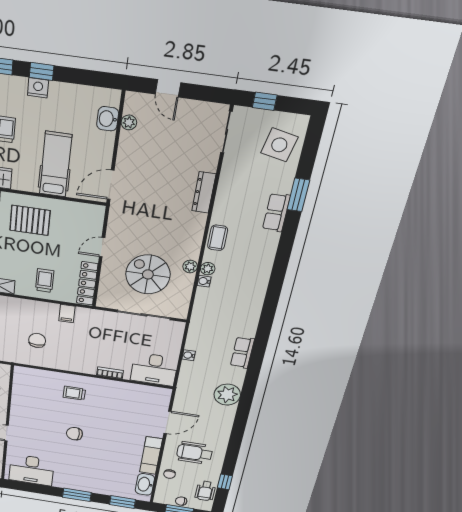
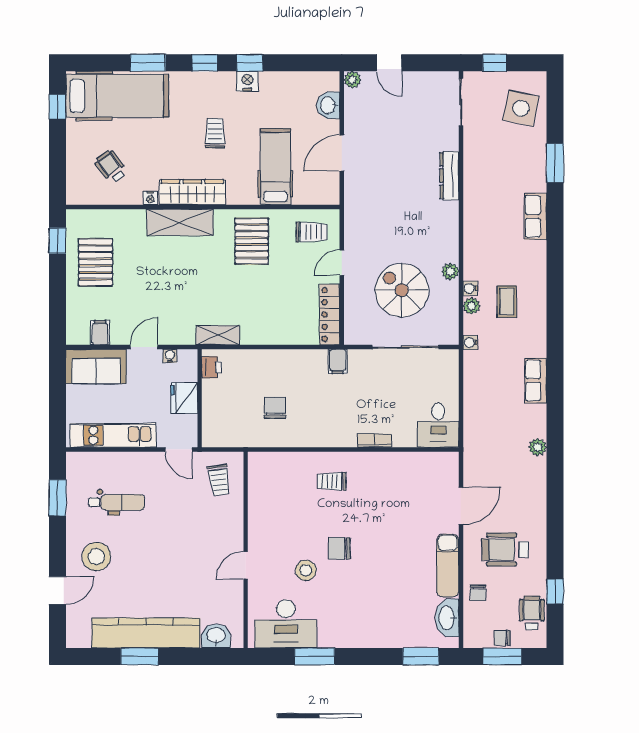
plant: (129, 122) -> (352, 80), moved
door: (111, 185) -> (342, 153), moved
row of seats: (276, 212) -> (535, 216), moved
pallet: (30, 220) -> (252, 241), turned 90
coffee table: (218, 238) -> (507, 302), moved
plant: (208, 269) -> (471, 306), moved
trolley: (45, 281) -> (312, 232), moved, turned 90
filing cabinet: (67, 314) -> (338, 361), moved
water cooler: (189, 355) -> (470, 343), moved
desk: (154, 369) -> (438, 425), width x0.73
plant: (227, 395) -> (538, 447), width x0.53, depth x0.53
stool: (49, 443) -> (306, 570), added
wheelchair: (205, 491) -> (532, 613), turned 180
window: (77, 495) -> (315, 656), moved

